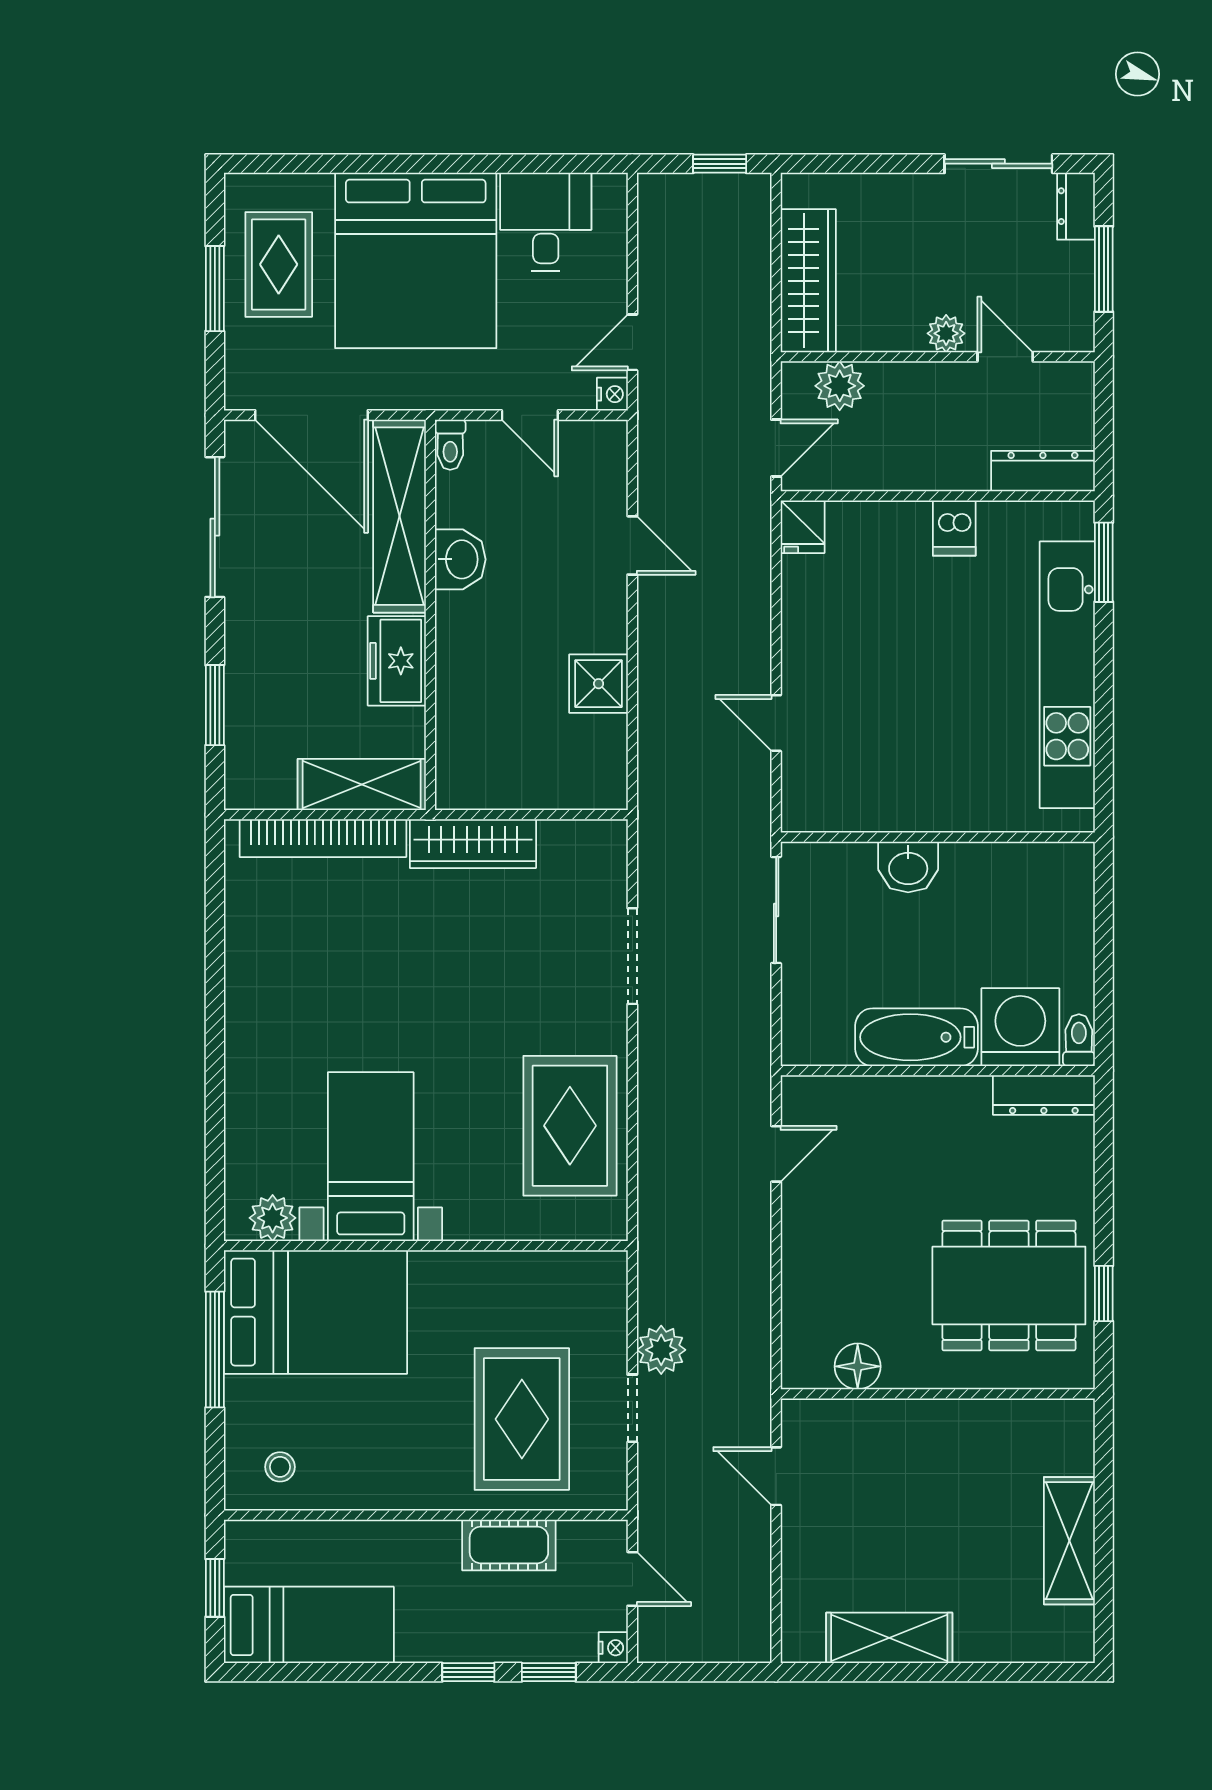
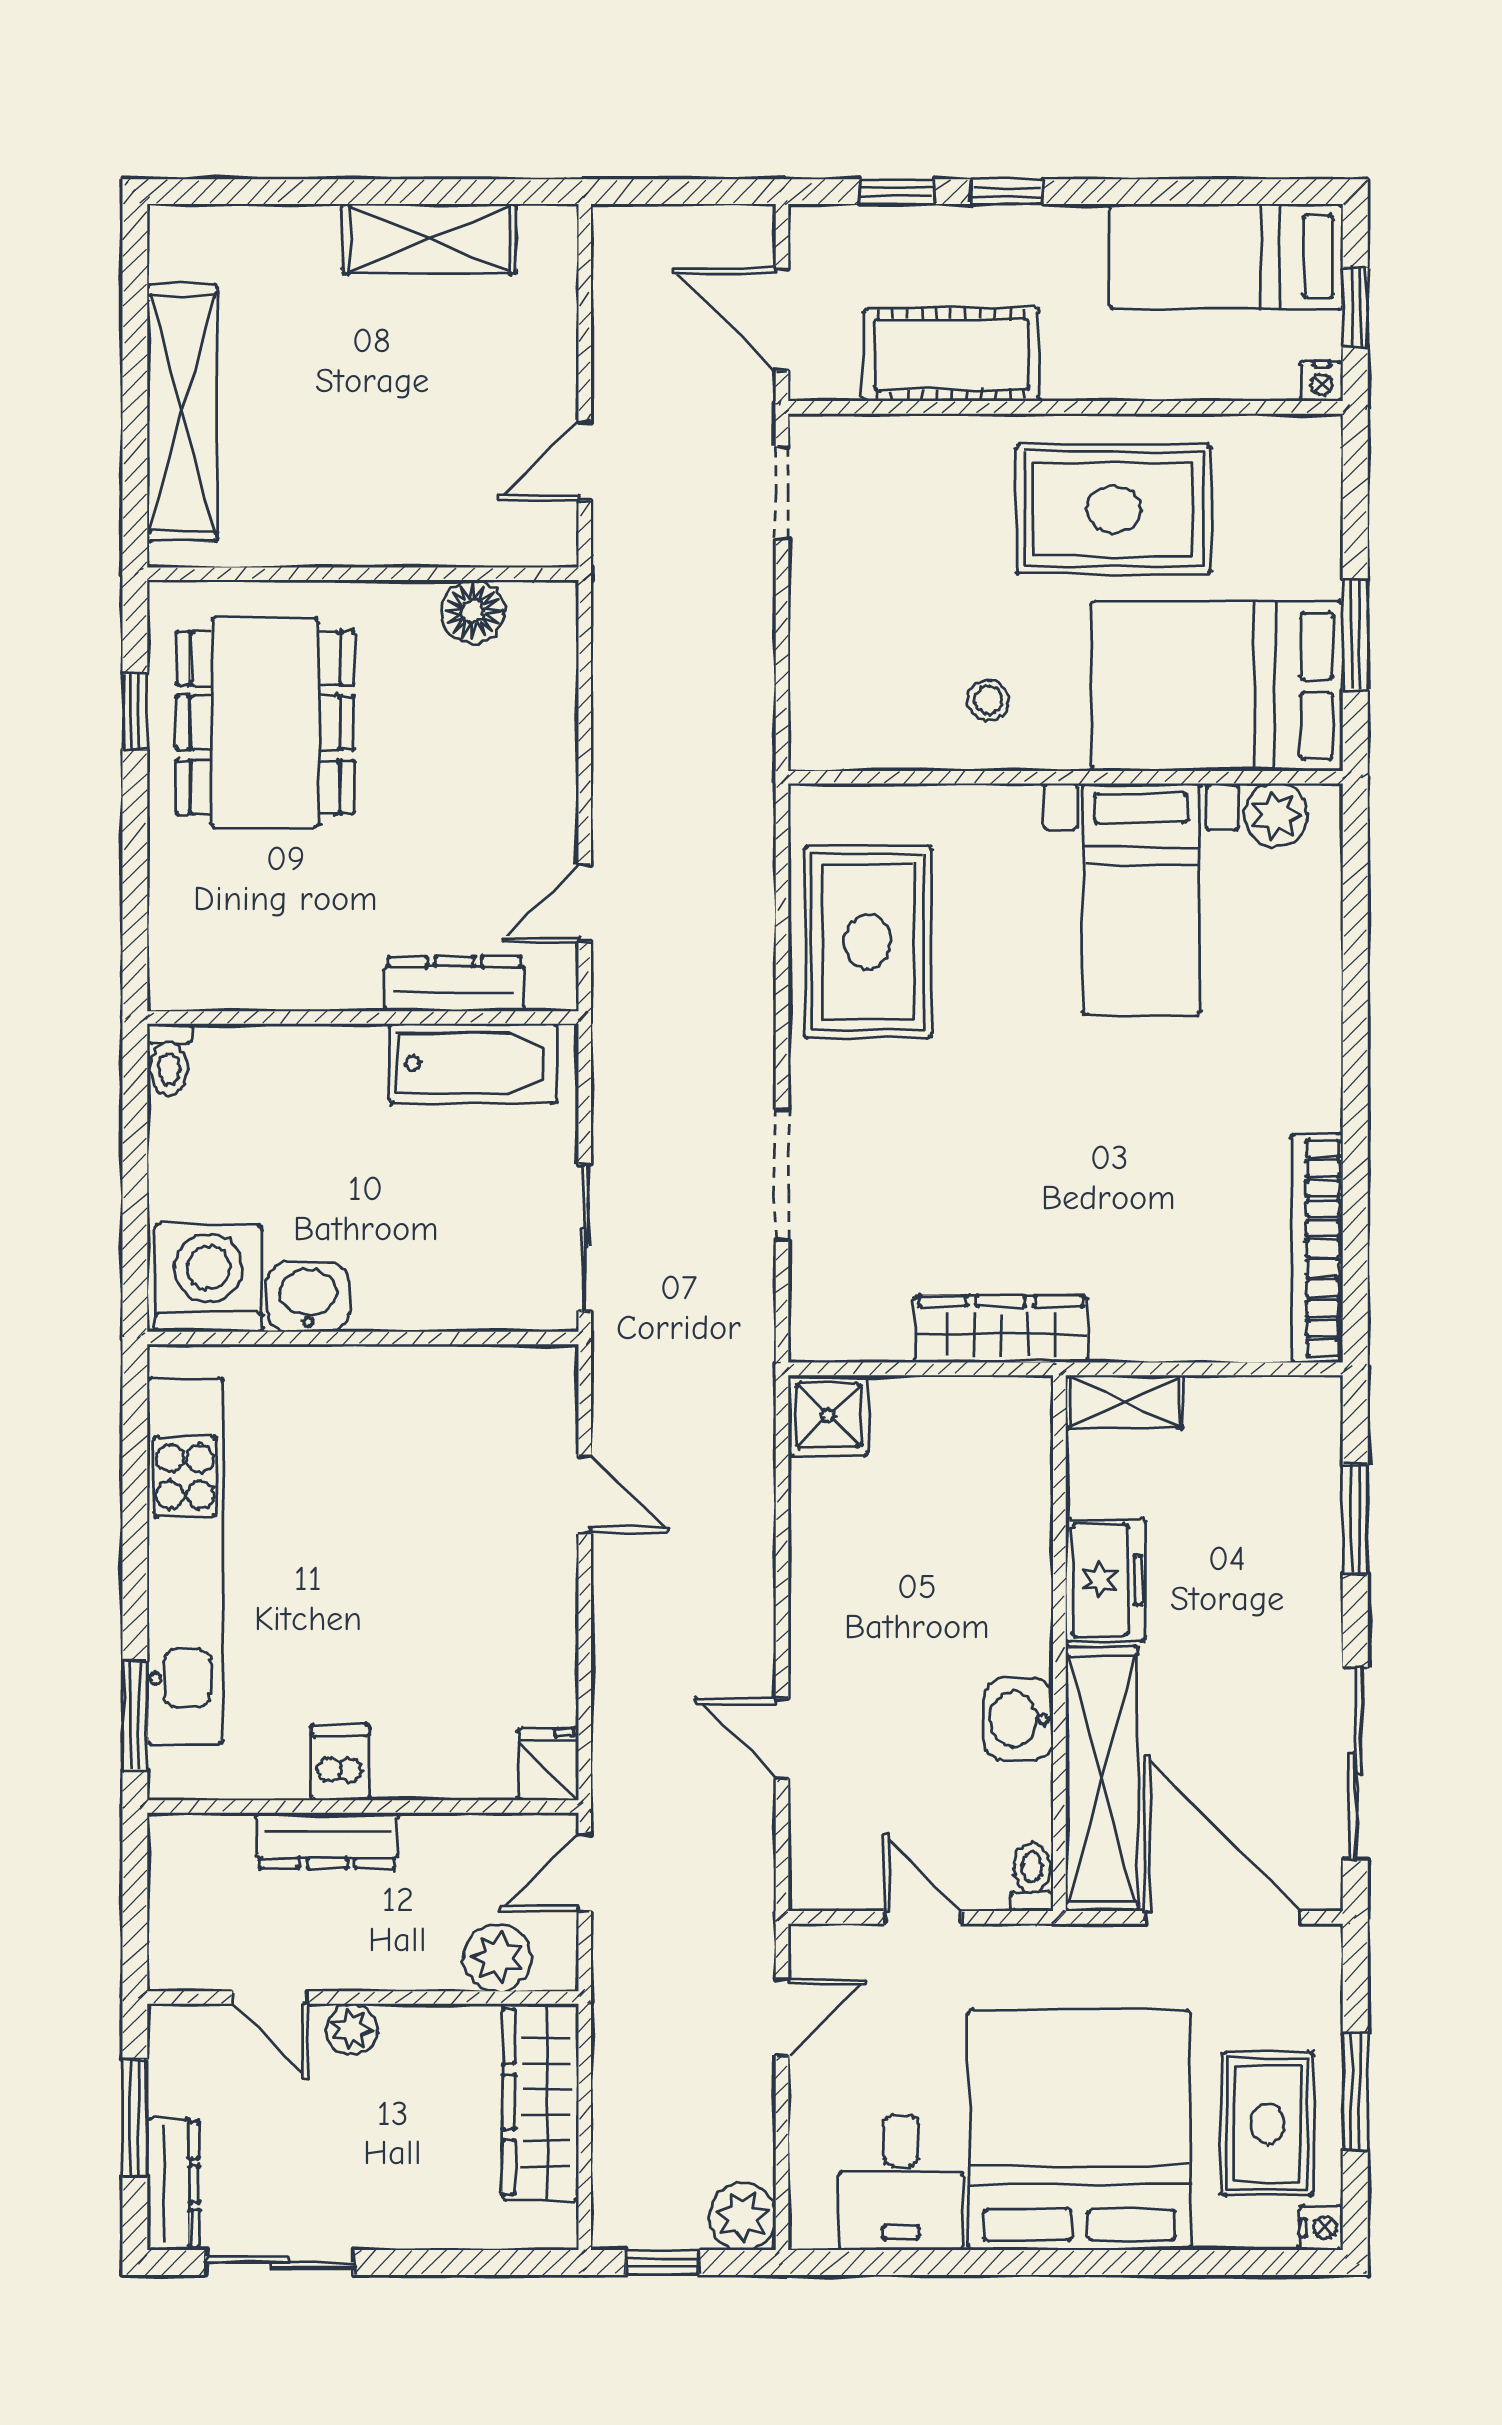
dresser: (1076, 206) -> (173, 2184), width x1.44
nightstand: (612, 394) -> (1322, 2228), moved, turned 180
dresser: (1043, 471) -> (327, 1840), moved
shower: (599, 684) -> (828, 1415), moved
shelving: (362, 785) -> (1124, 1401), width x0.67, depth x0.75
bookcase: (323, 838) -> (1317, 1248), moved, turned -90
washbasin: (908, 867) -> (308, 1297), moved
washing machine: (1020, 1027) -> (209, 1278), moved, turned 180
bathtub: (917, 1037) -> (473, 1063), moved
dresser: (1044, 1095) -> (454, 984), moved
dining table: (1009, 1285) -> (265, 723), turned 90
window: (215, 1349) -> (1355, 635), width x0.69
plant: (661, 1350) -> (742, 2217), moved
doorway: (632, 1408) -> (782, 493), moved
rug: (522, 1419) -> (1114, 509), moved, turned 90
stool: (280, 1467) -> (988, 700), moved
door: (776, 1476) -> (585, 461), swing flipped
shelving: (1069, 1541) -> (182, 413), width x1.47
cot: (509, 1545) -> (951, 355), width x1.37, depth x1.34
door: (632, 1579) -> (782, 320), width x1.38
nightstand: (613, 1648) -> (1322, 381), moved, turned -90

